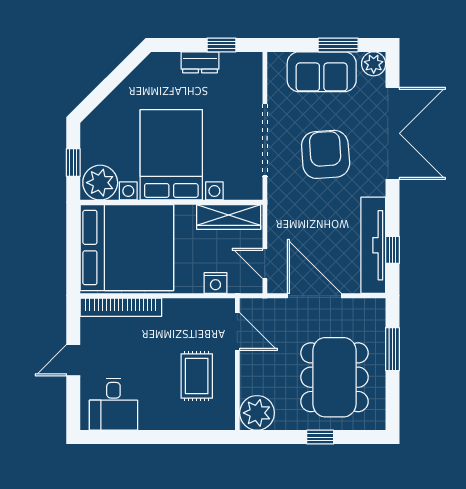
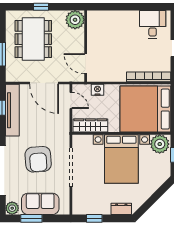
dresser: (200, 62) -> (121, 209), moved
rug: (197, 376) -> (108, 40), removed

